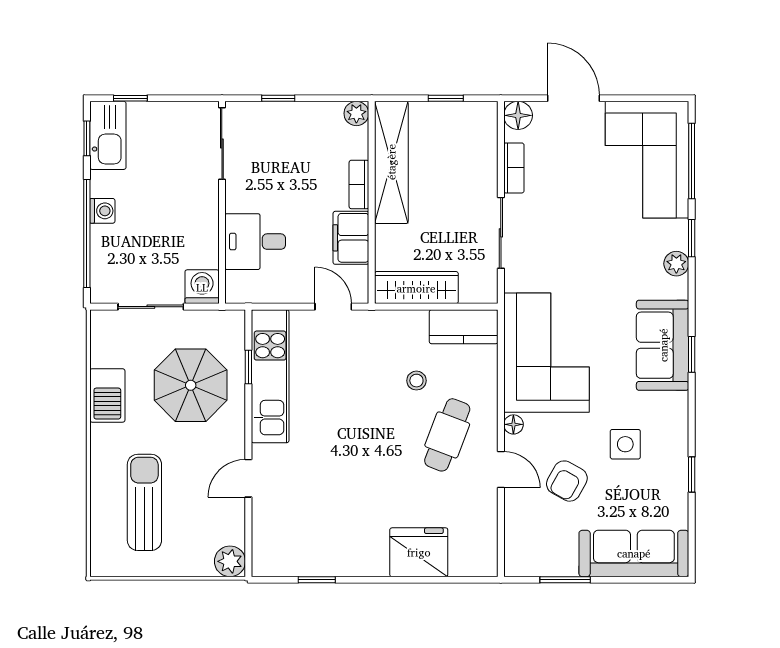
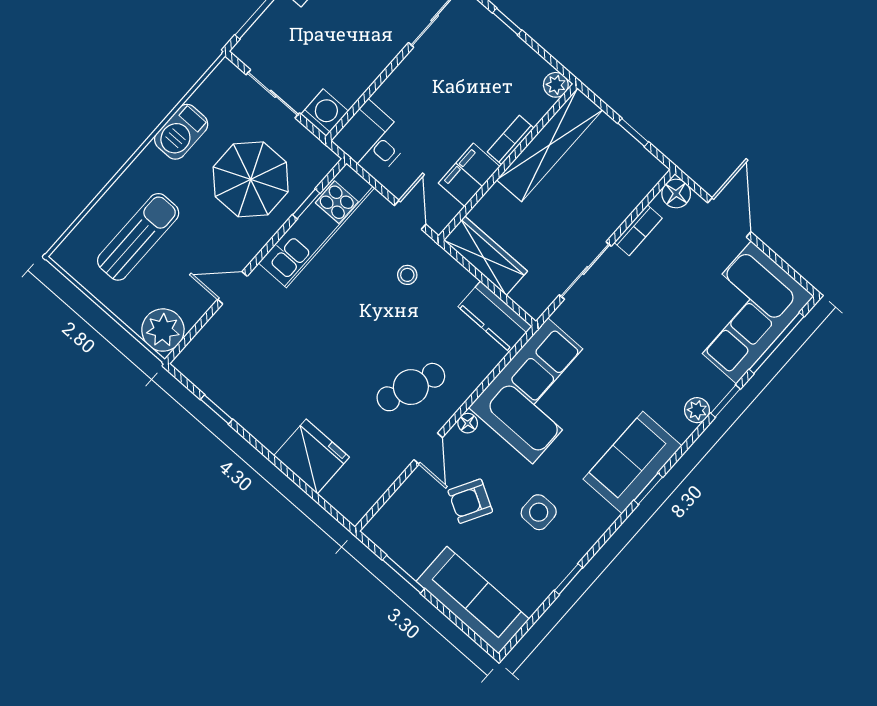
desk: (255, 242) -> (372, 140), moved
stool: (416, 381) -> (407, 275), moved
plant: (230, 561) -> (163, 330), width x1.36, depth x1.36

